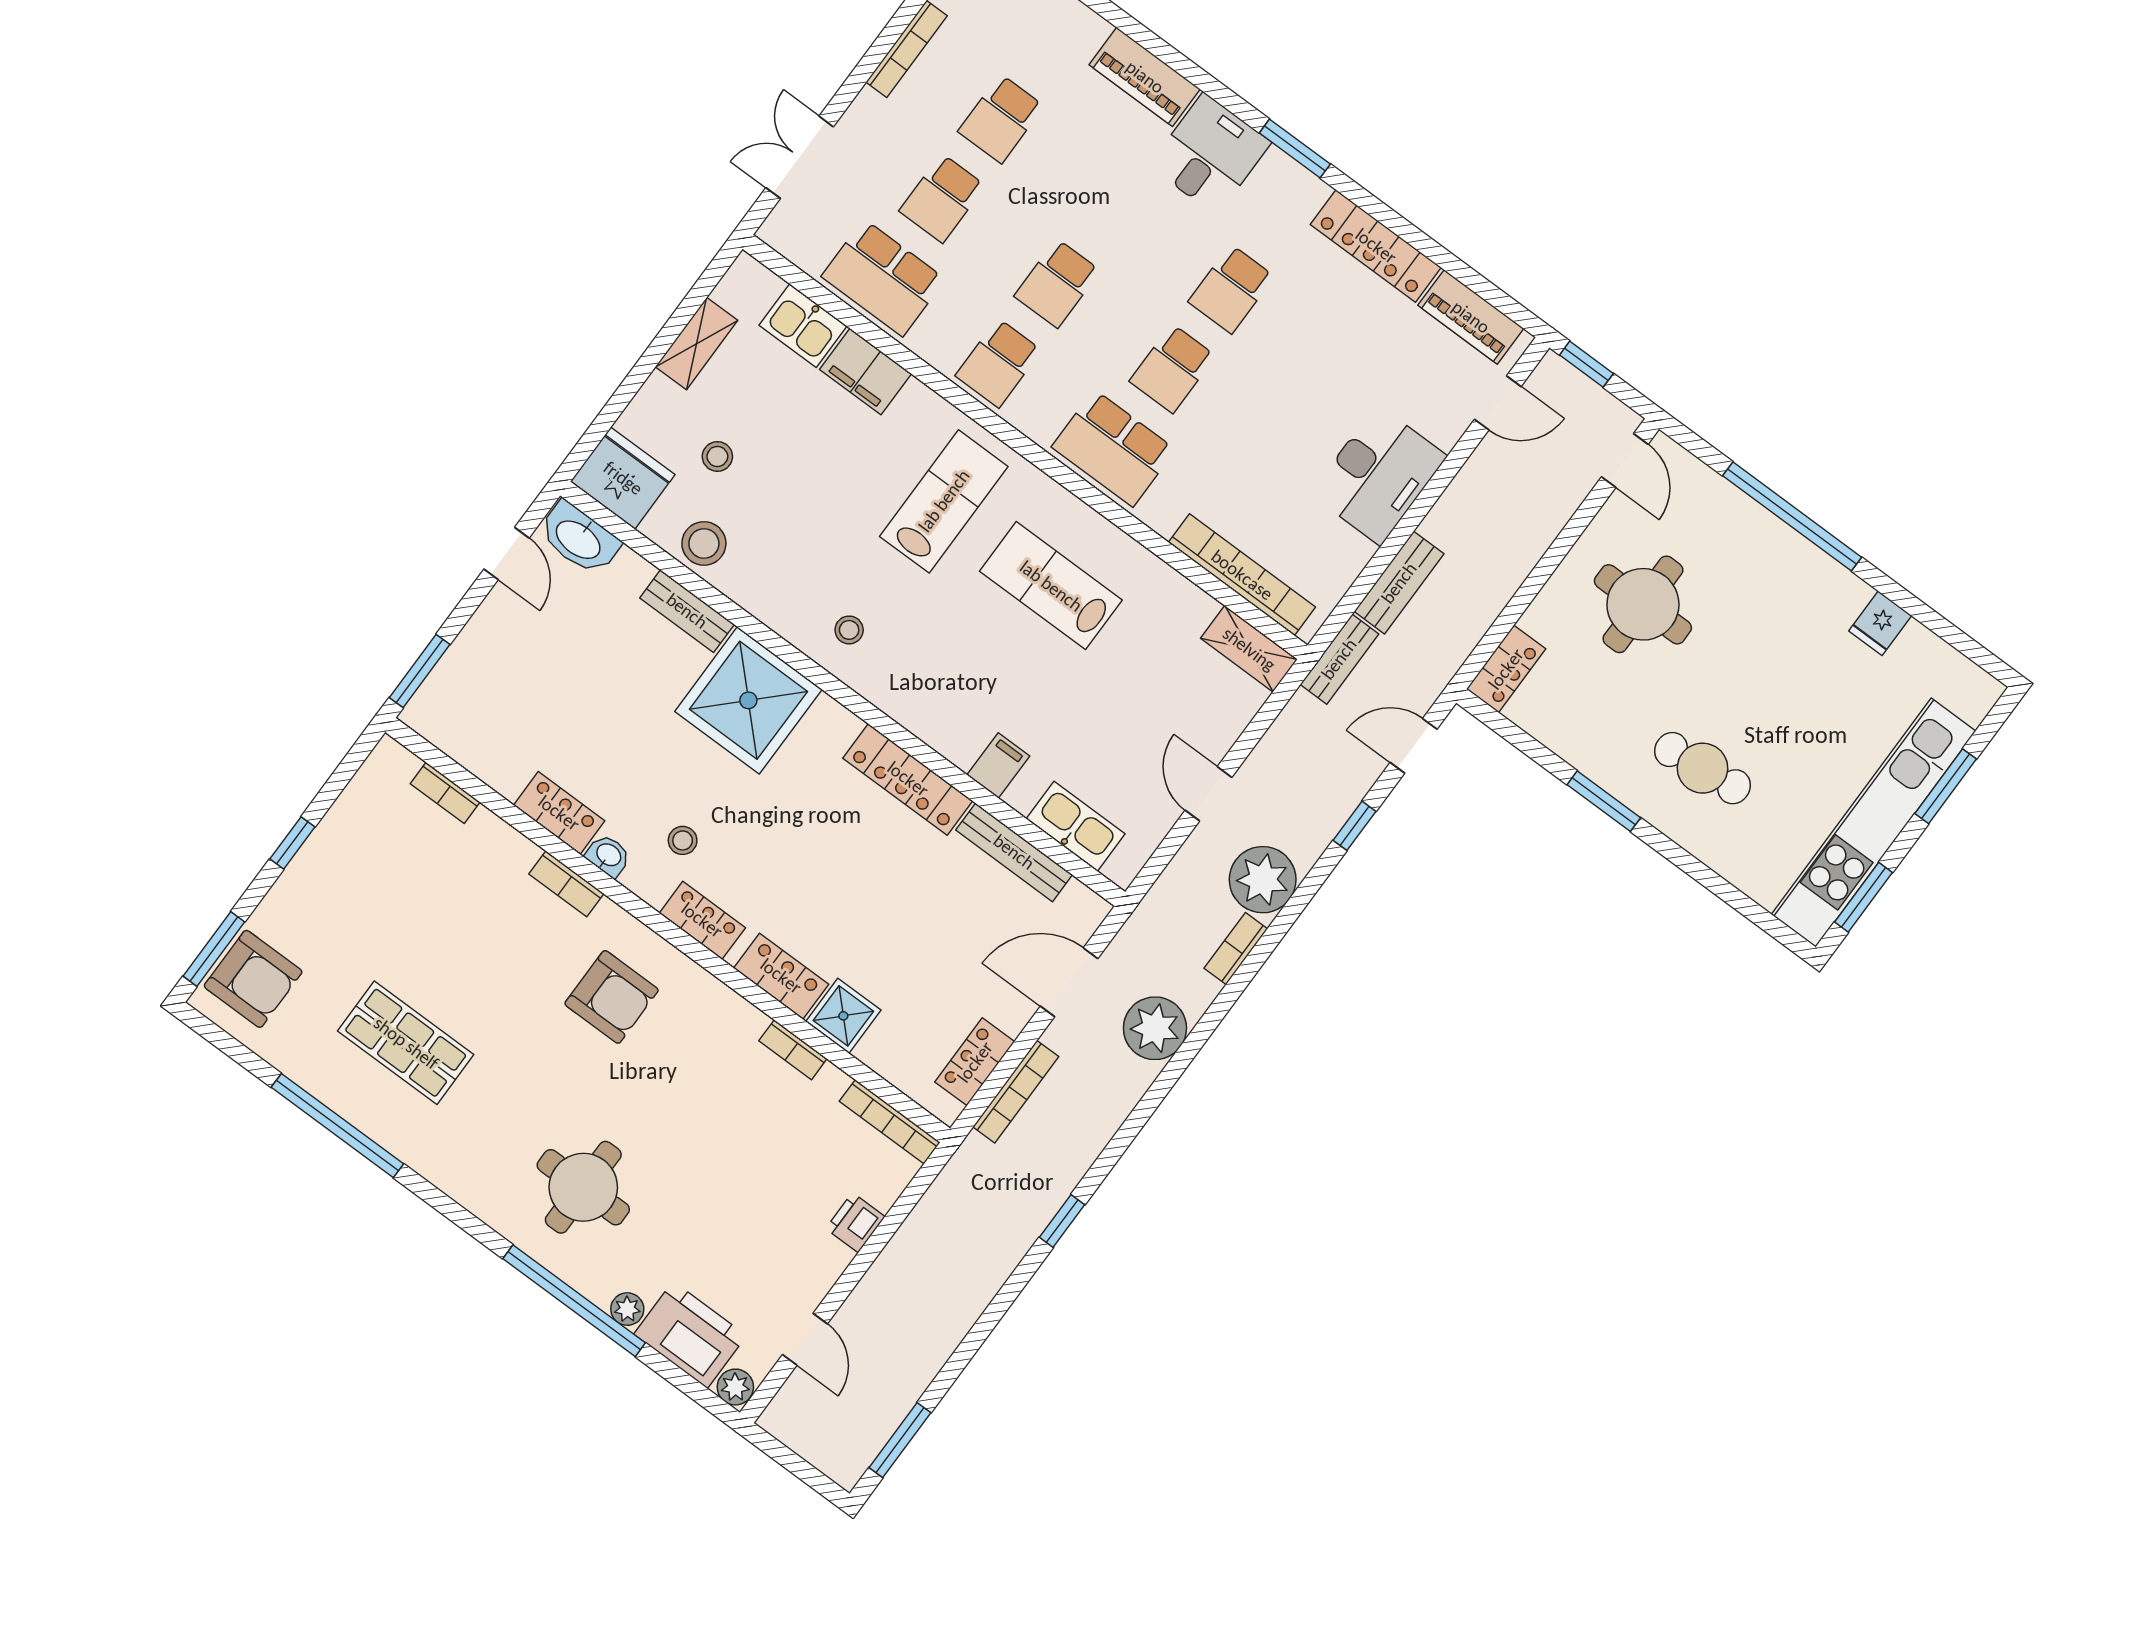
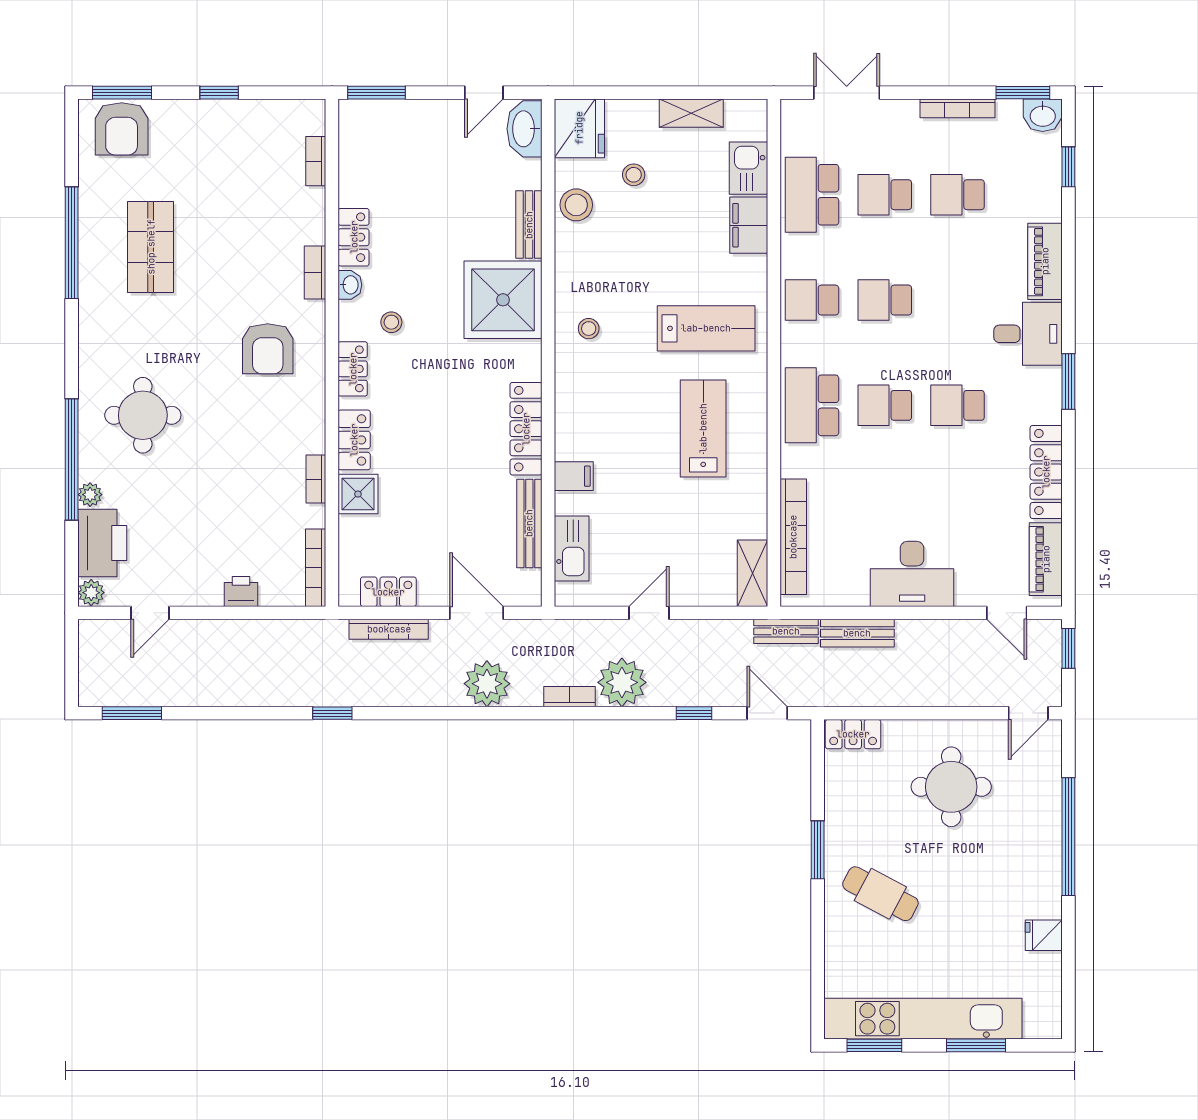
cafe table: (1703, 768) -> (880, 894), turned -56

